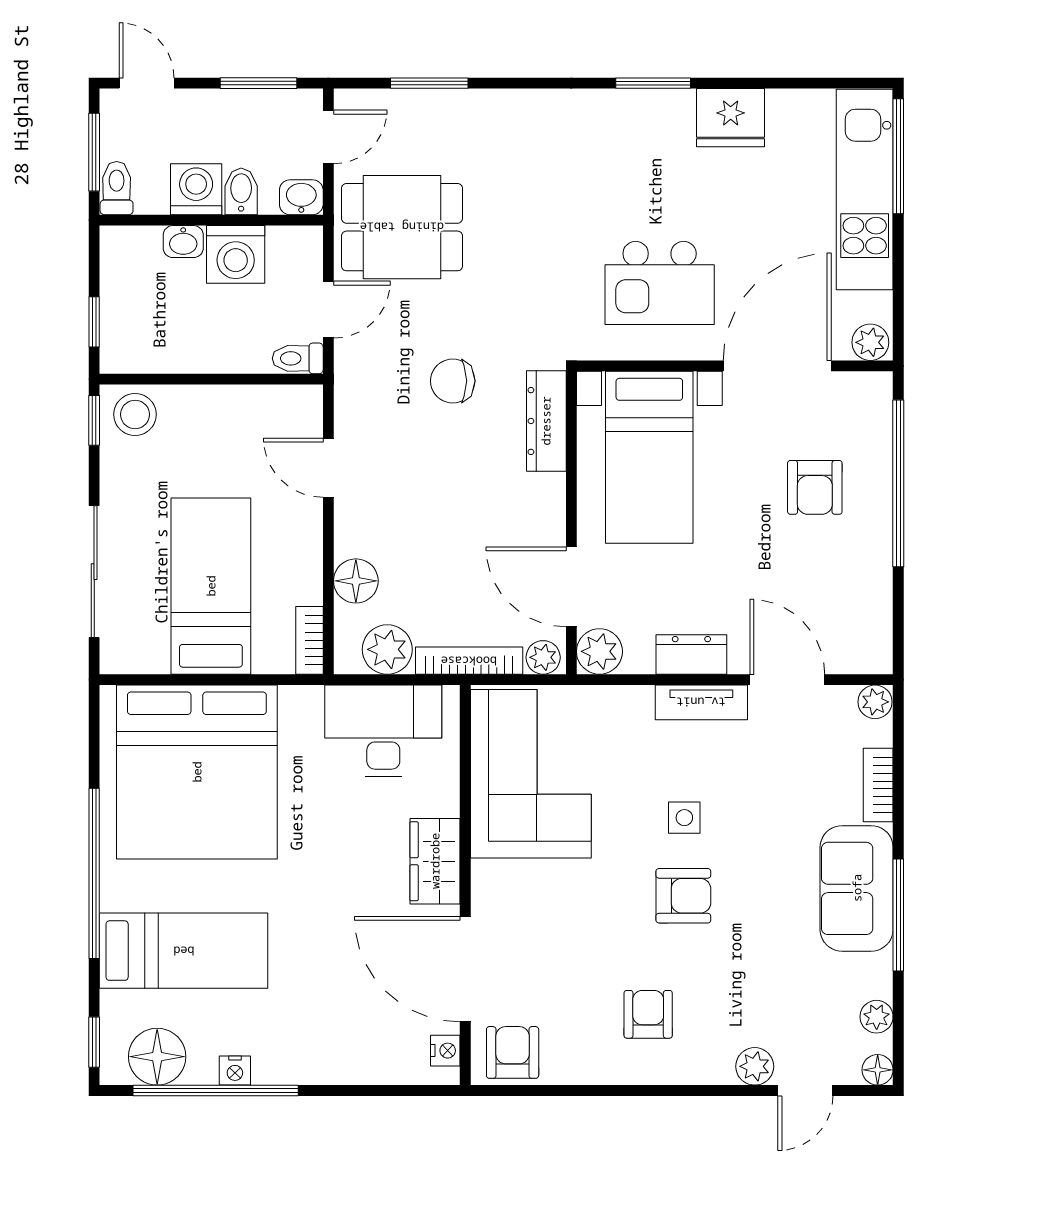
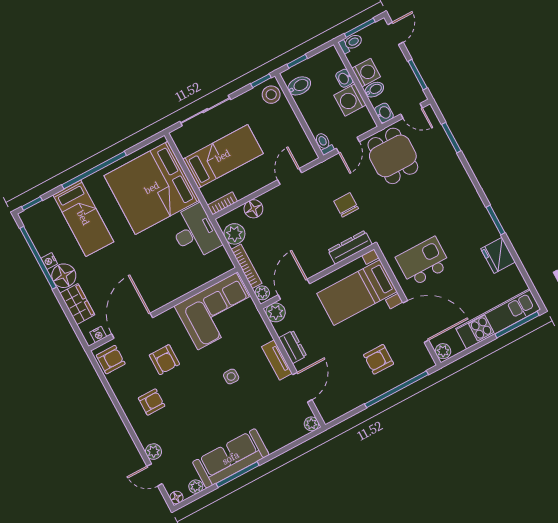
kitchen island: (660, 283) -> (423, 262), turned 90
door: (328, 310) -> (348, 145), hinge flipped
bidet: (148, 345) -> (299, 86), added
desk: (383, 731) -> (195, 232), moved
bookcase: (878, 785) -> (281, 441), removed
wardrobe: (435, 861) -> (77, 304), moved, turned 90
sofa: (857, 888) -> (231, 458), width x1.36
armchair: (683, 896) -> (164, 360), moved
floor lamp: (157, 1057) -> (64, 276), moved

